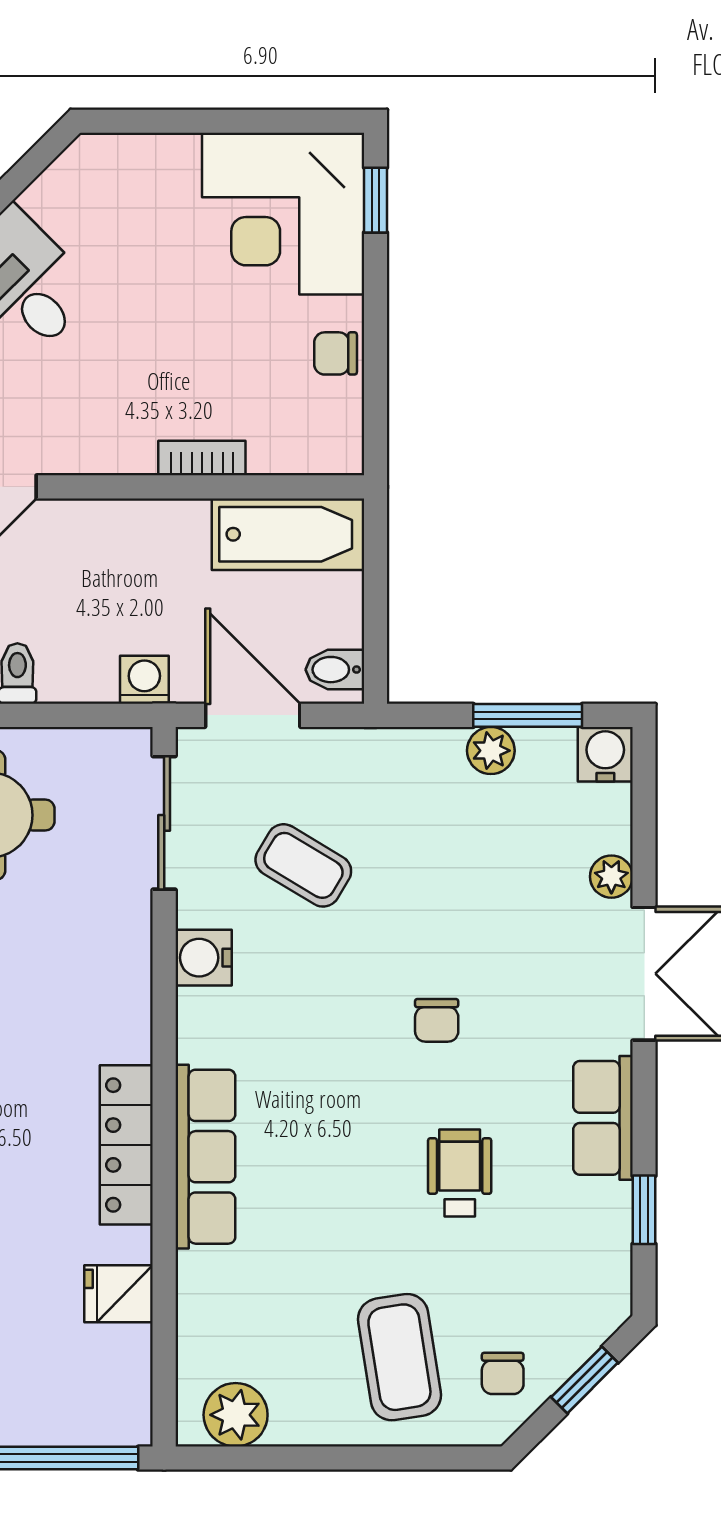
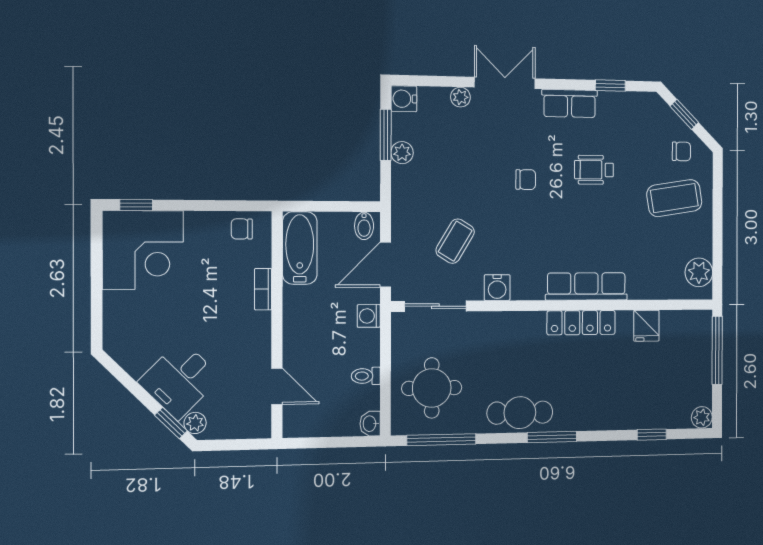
chair: (336, 353) -> (242, 229), moved, turned 90

